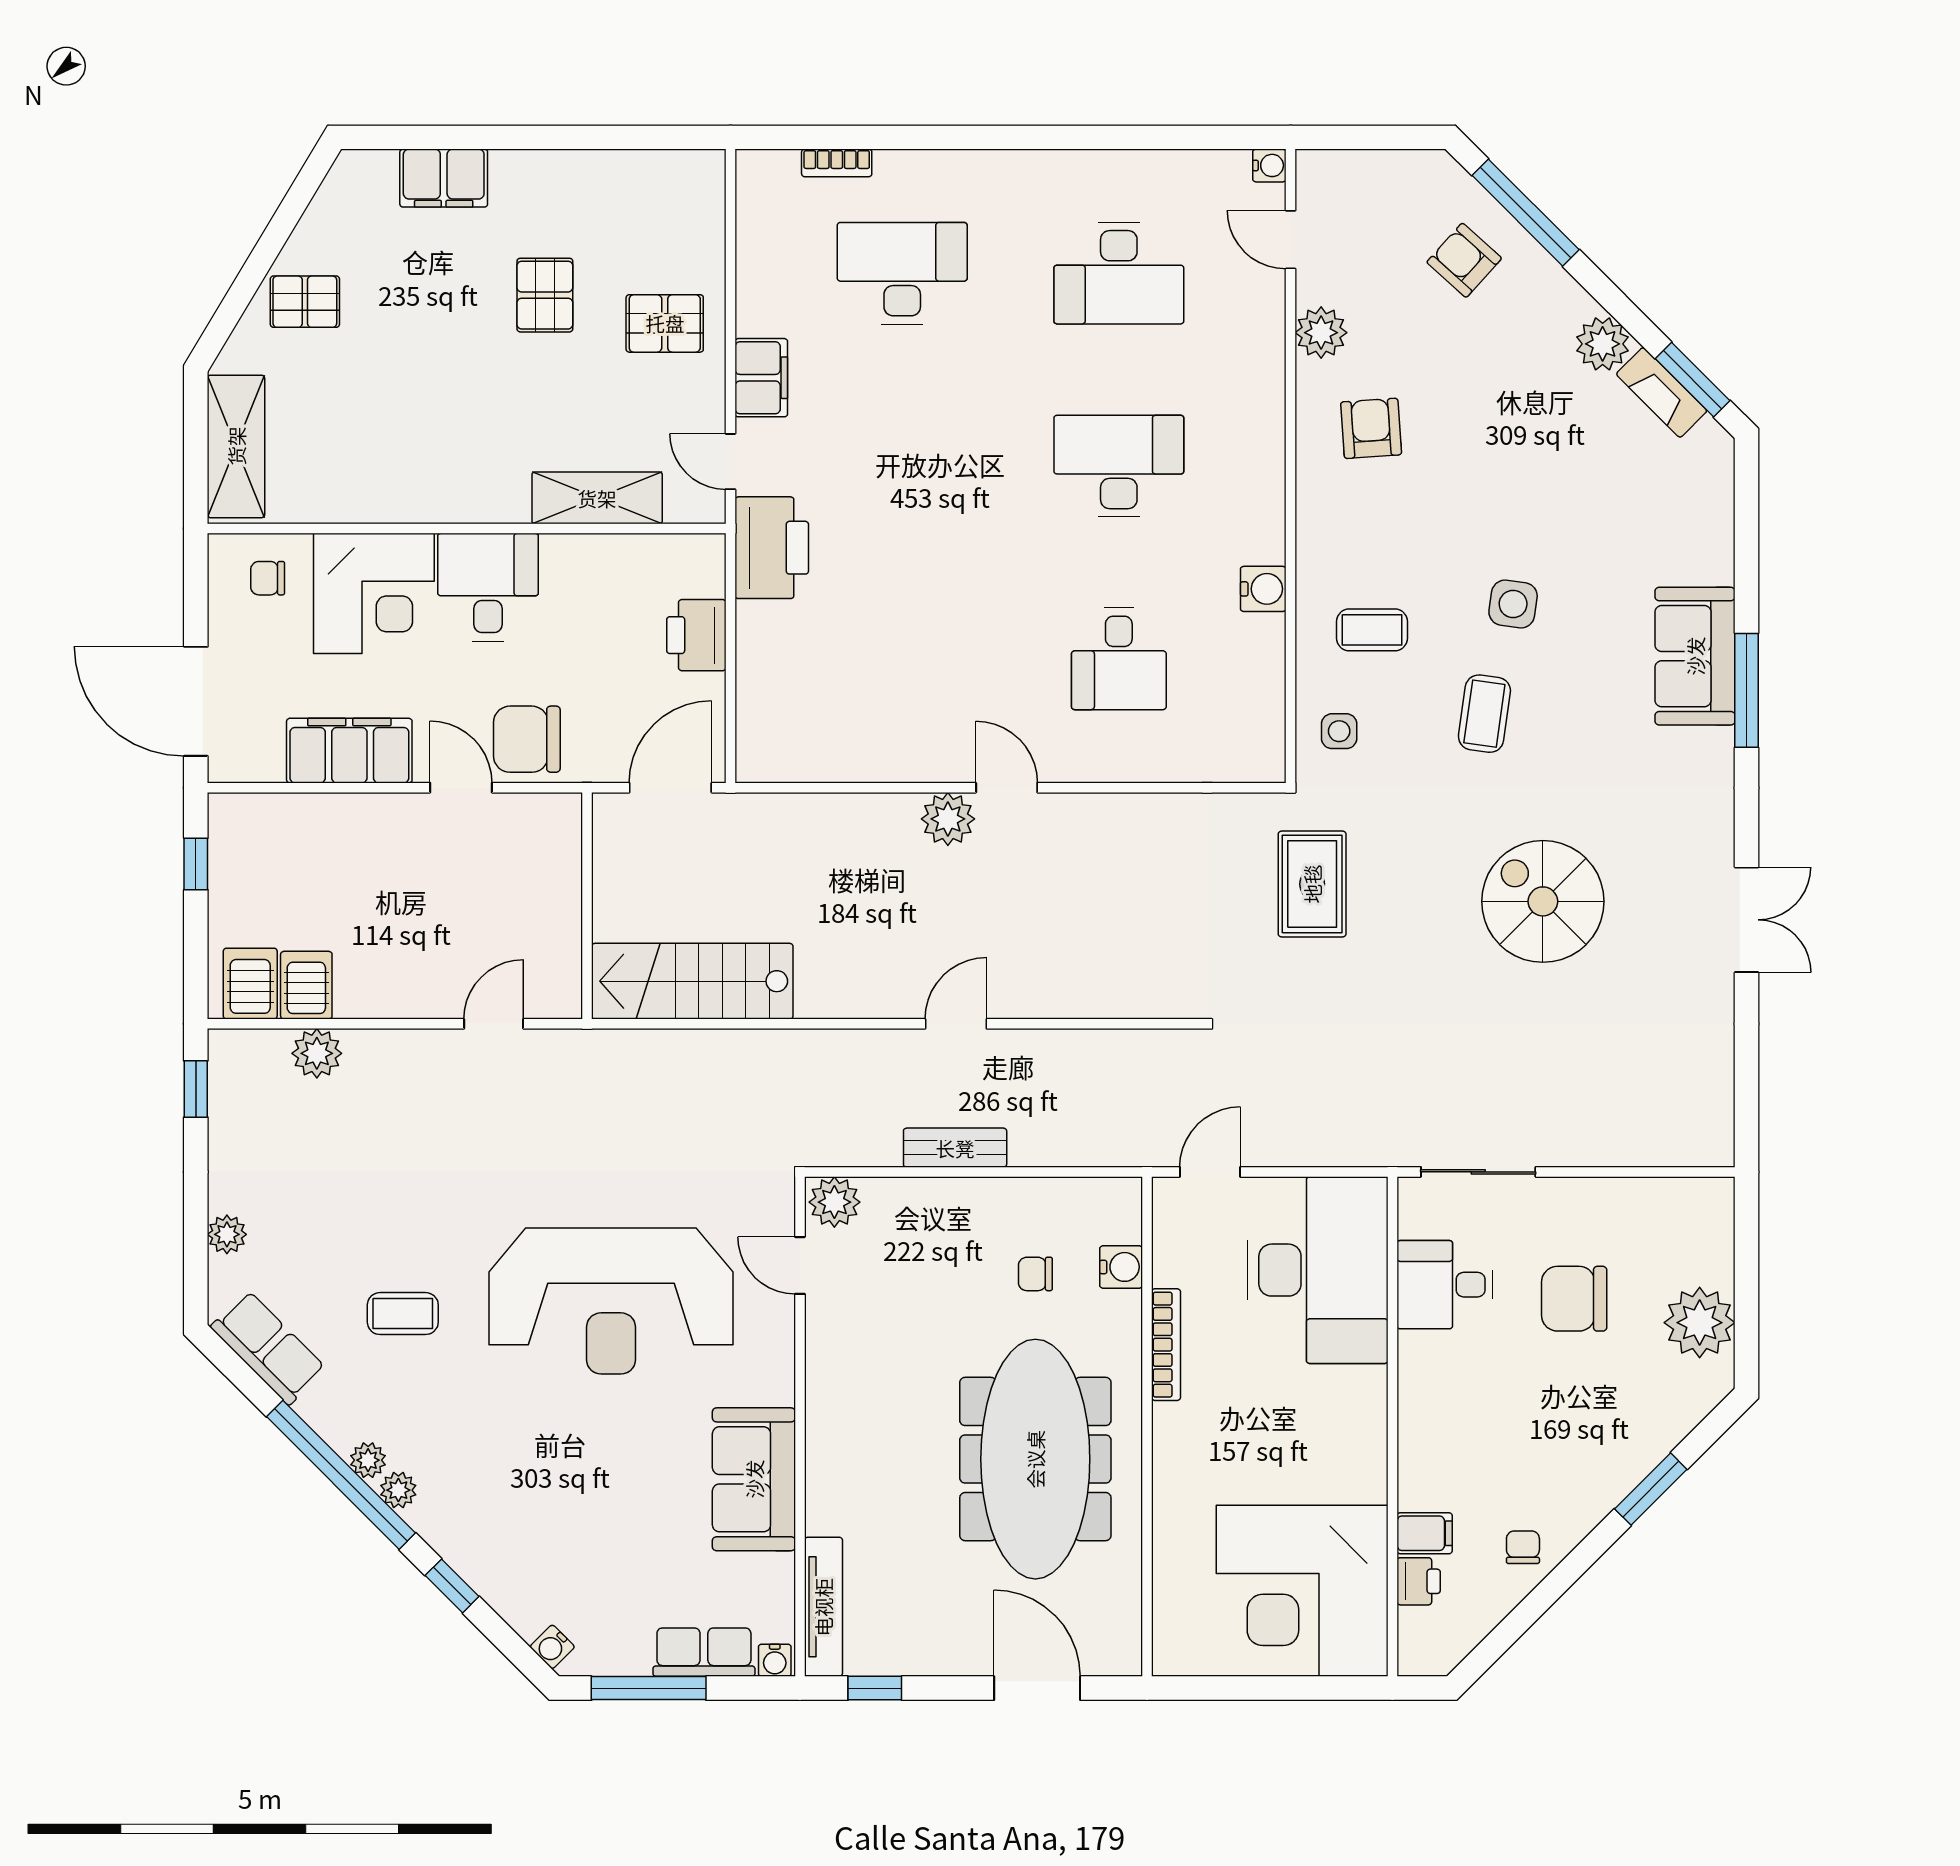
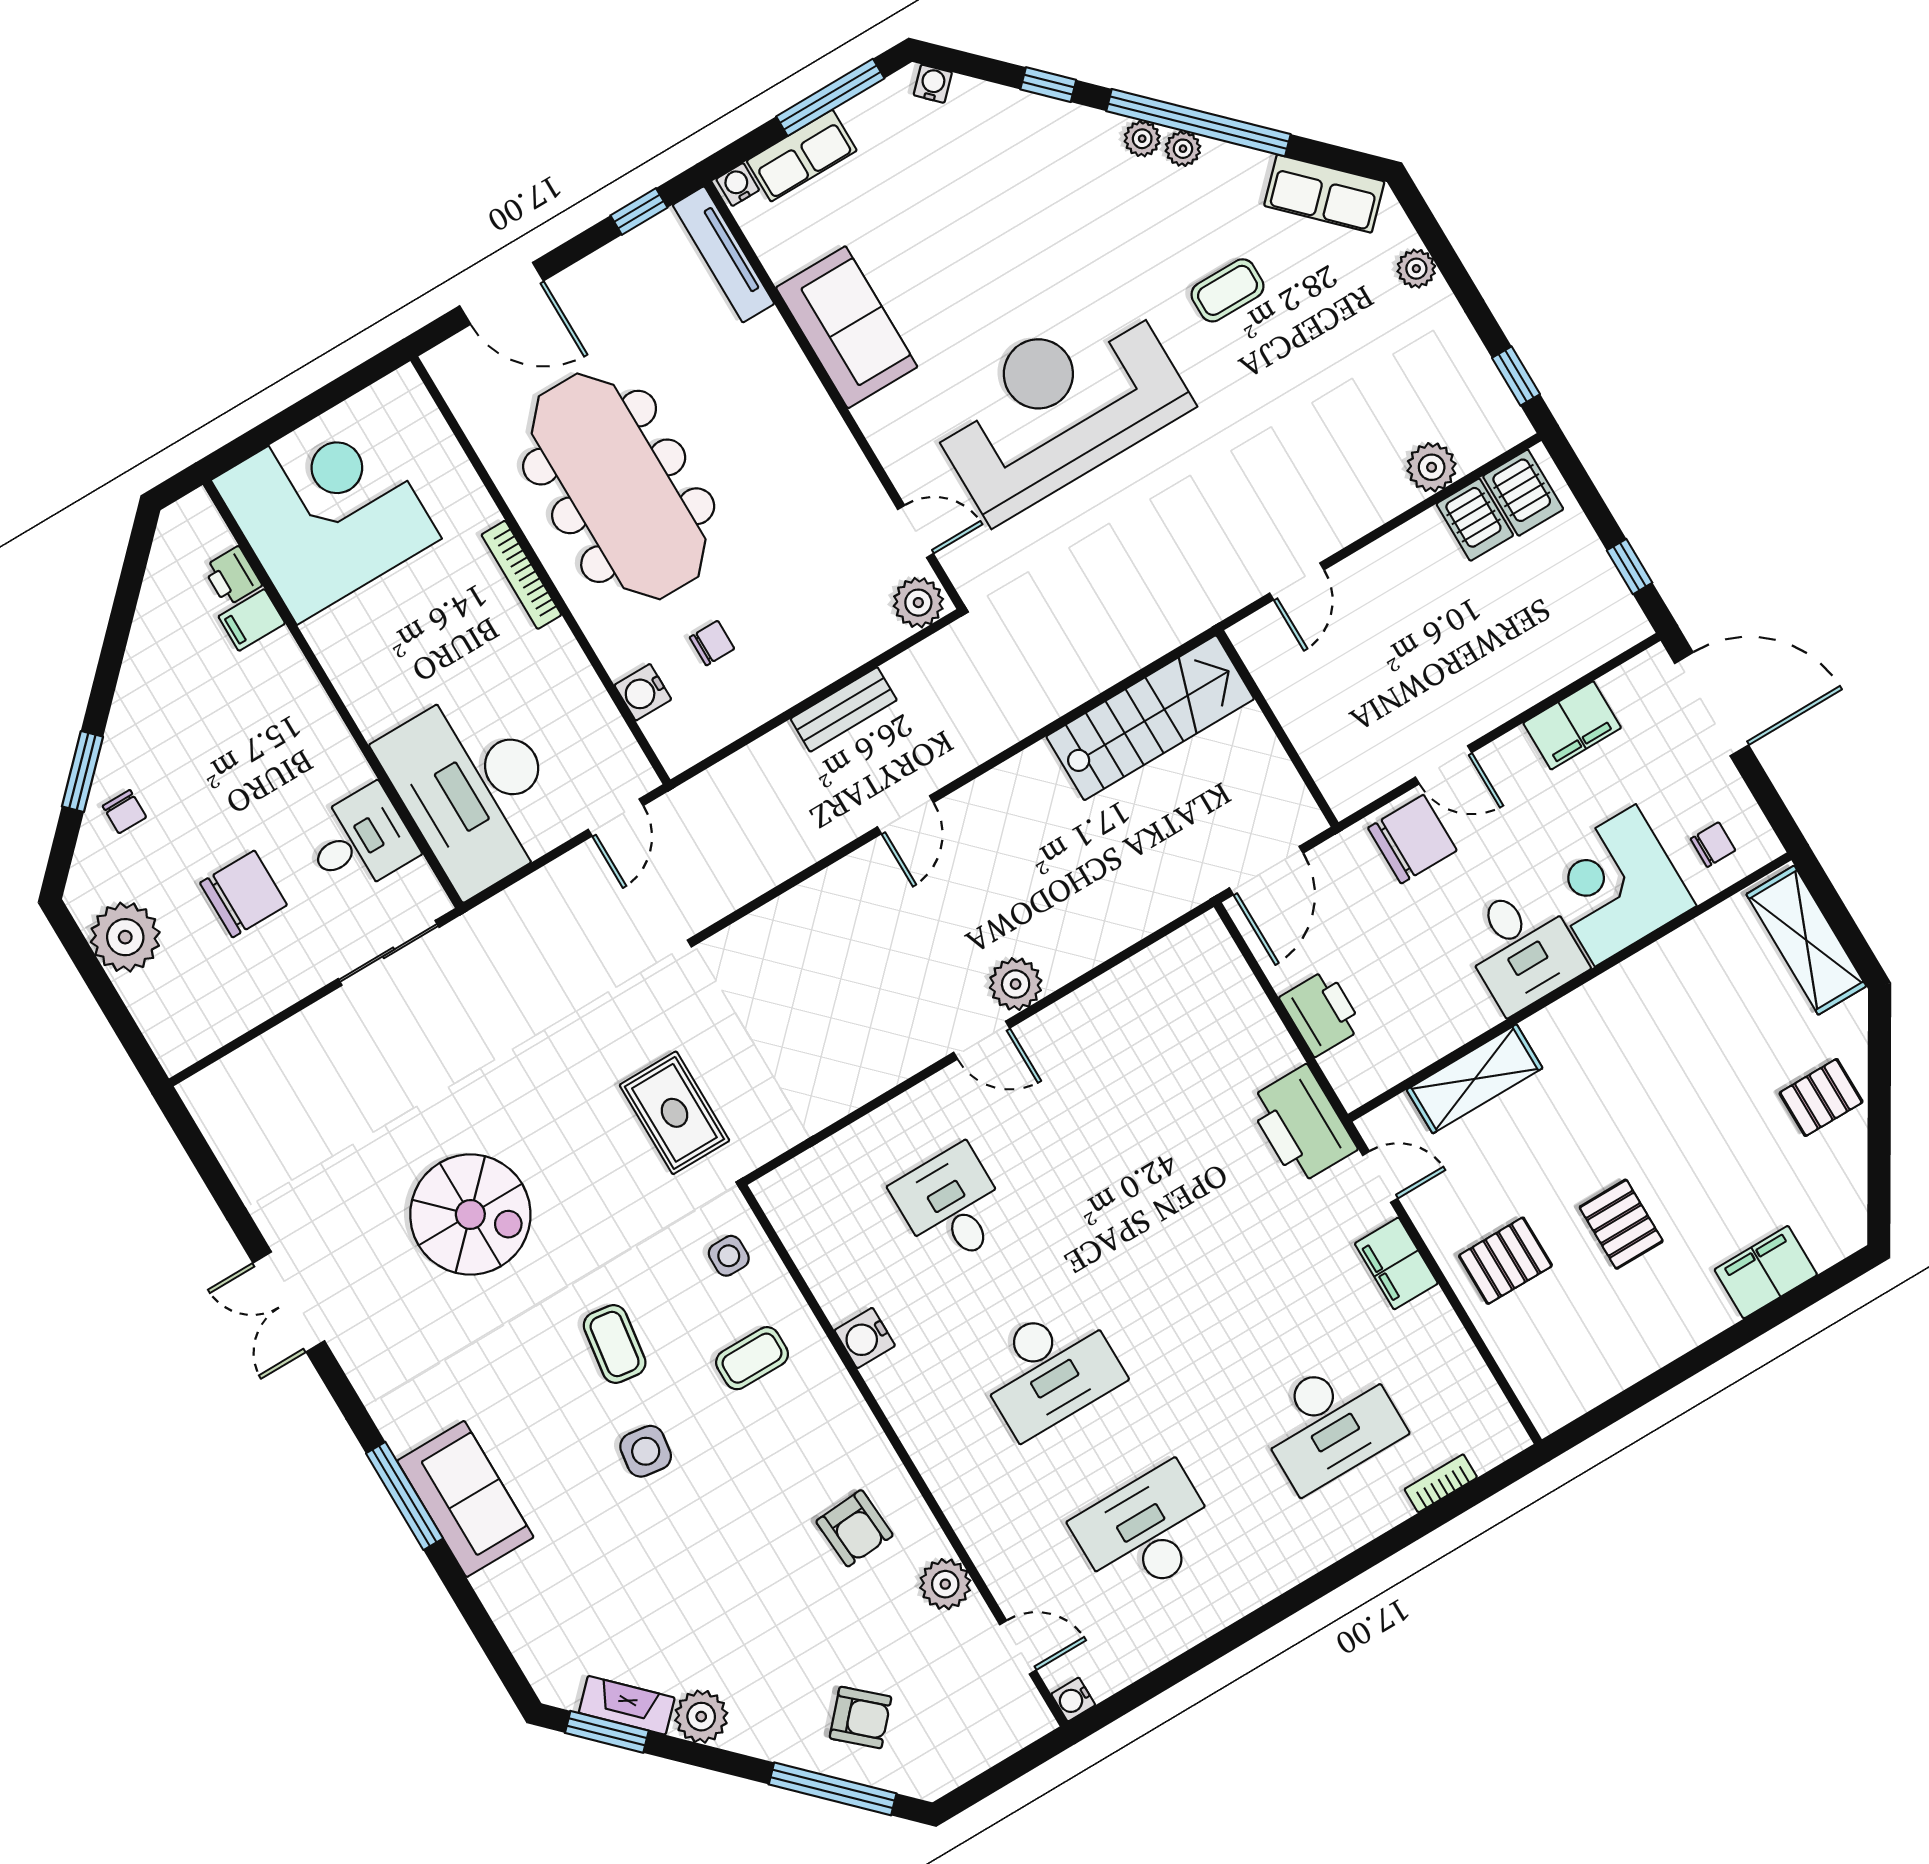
filing cabinet: (349, 751) -> (1572, 725), width x0.67, depth x0.86
bookcase: (1166, 1345) -> (521, 575), moved
chair: (1523, 1547) -> (124, 812), moved

